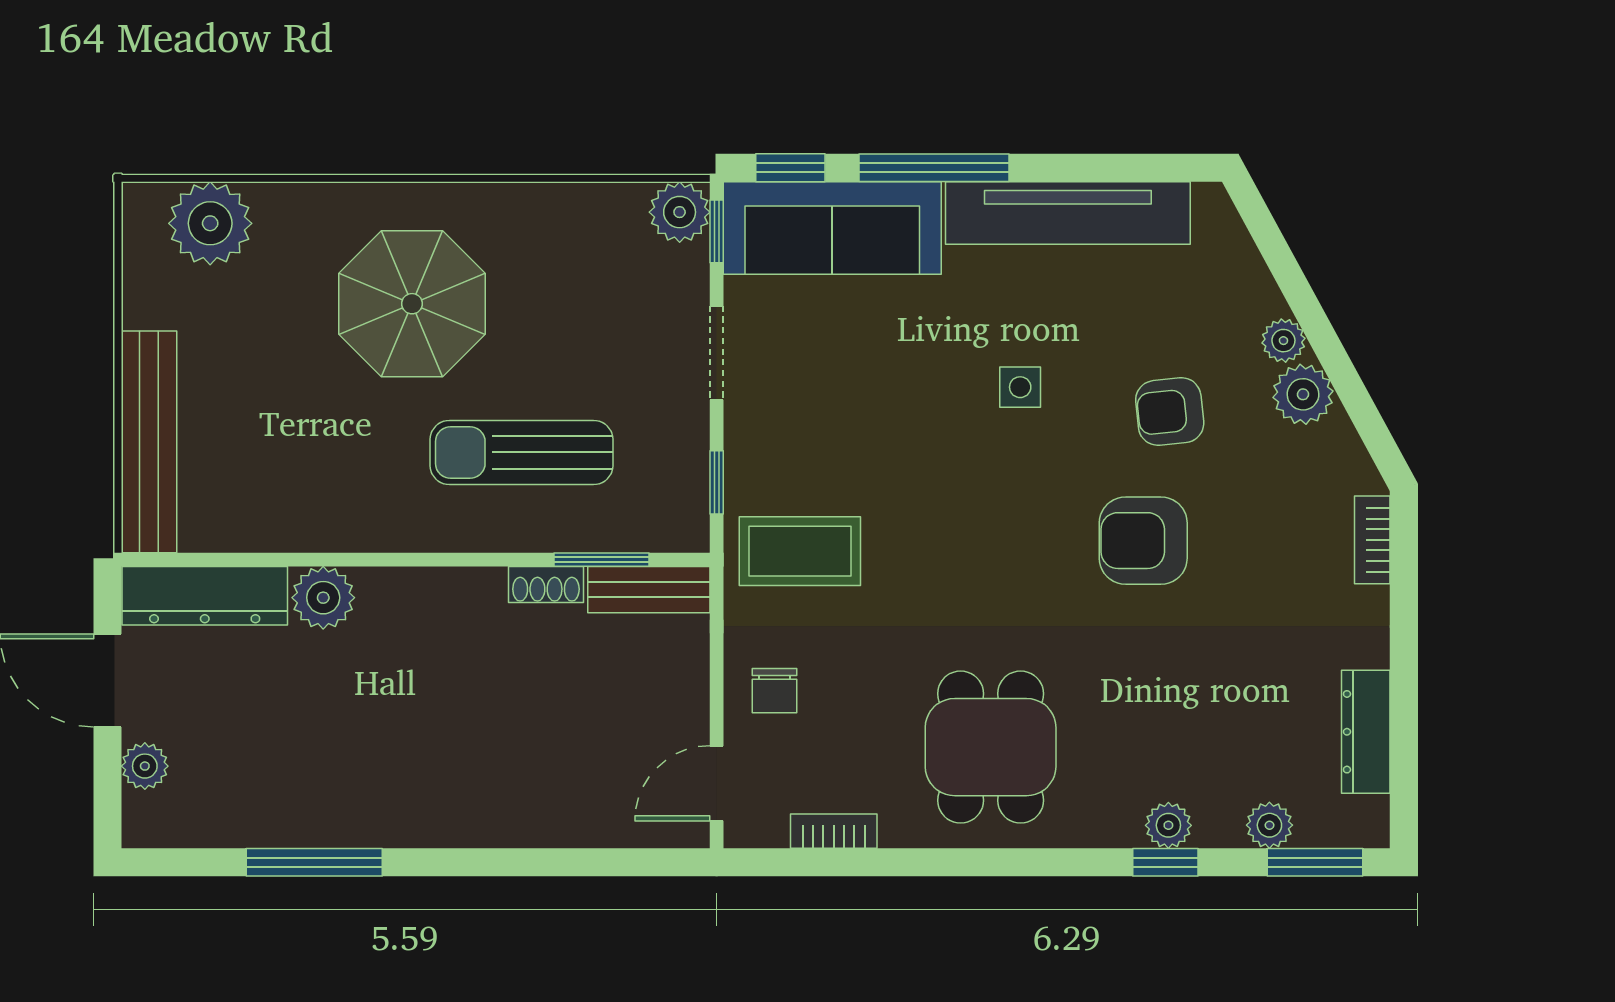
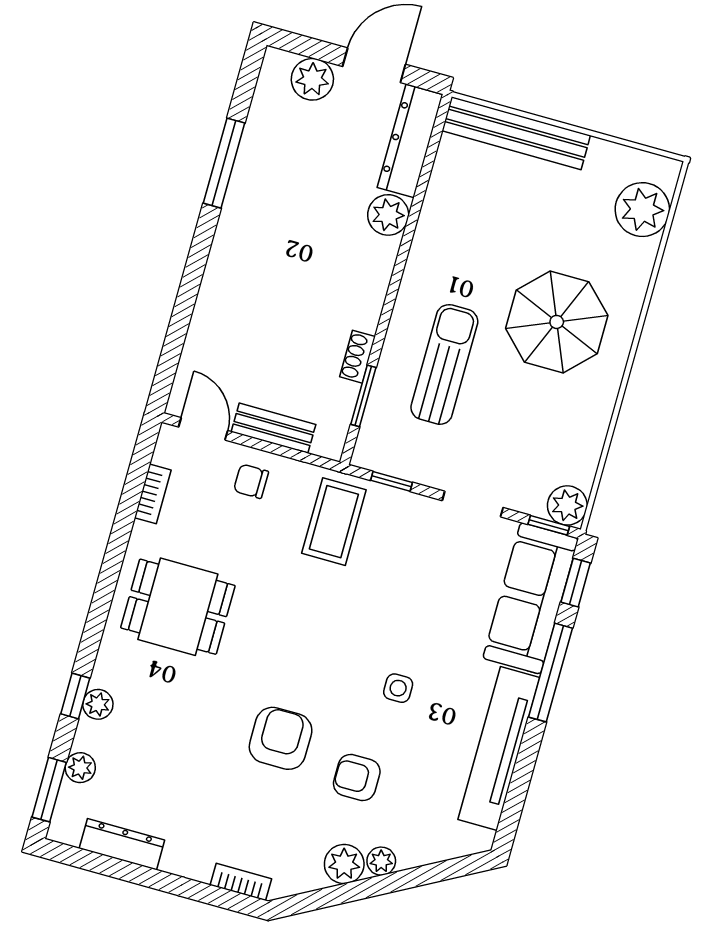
armchair: (1170, 412) -> (357, 778), turned -84
bench: (649, 590) -> (273, 428), moved, turned 90
plant: (145, 766) -> (312, 79), width x1.38, depth x1.38

